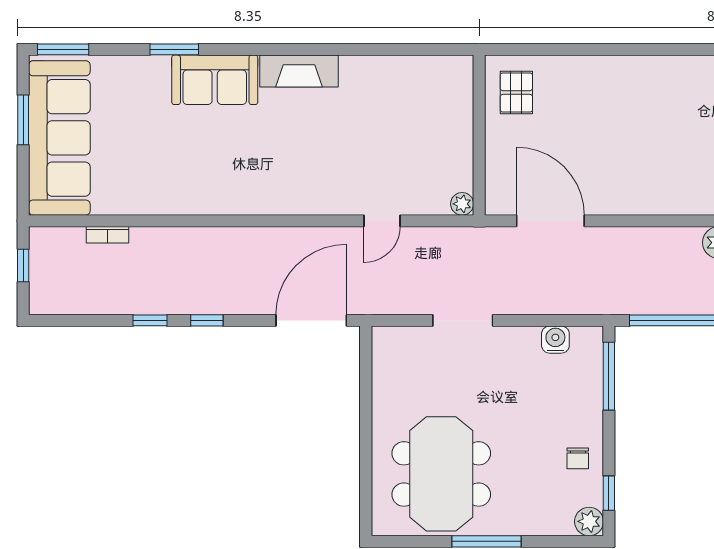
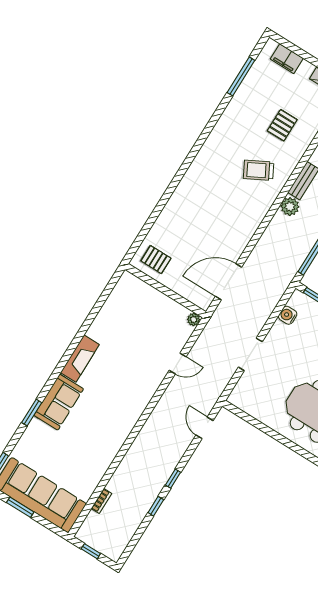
door: (382, 221) -> (178, 363), hinge flipped
door: (311, 320) -> (205, 428), width x0.53

